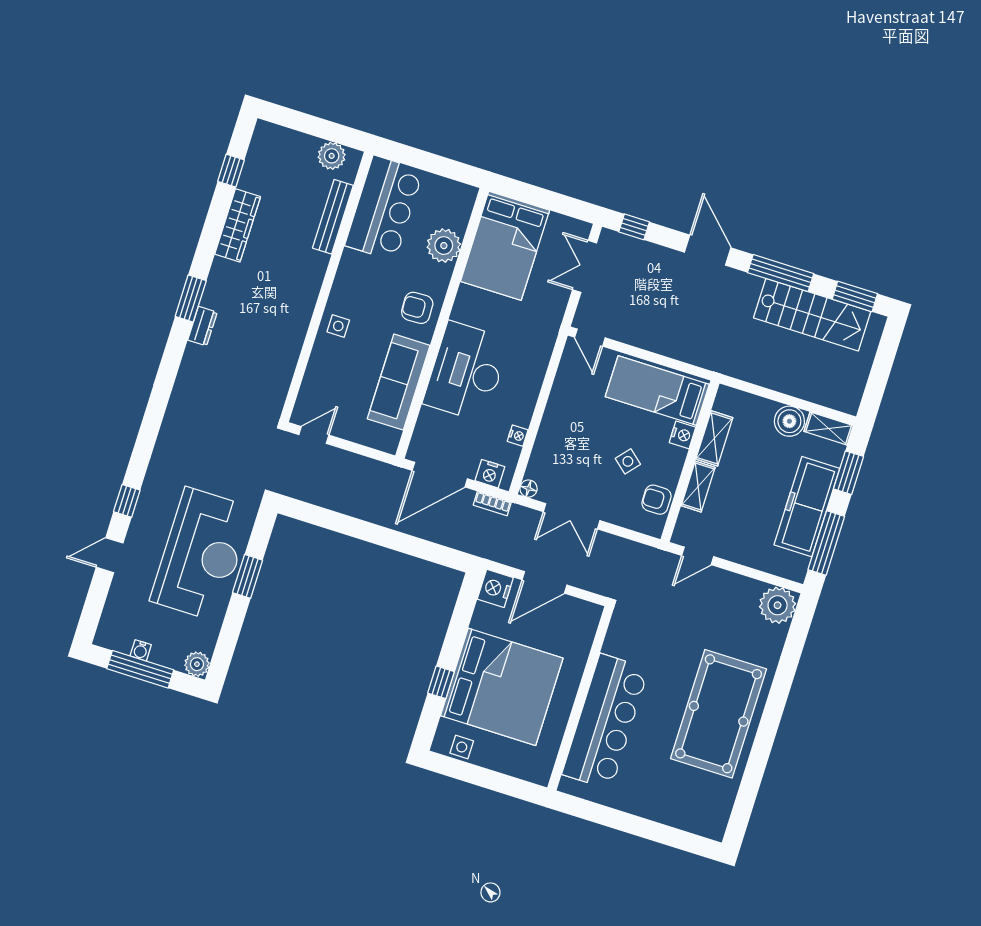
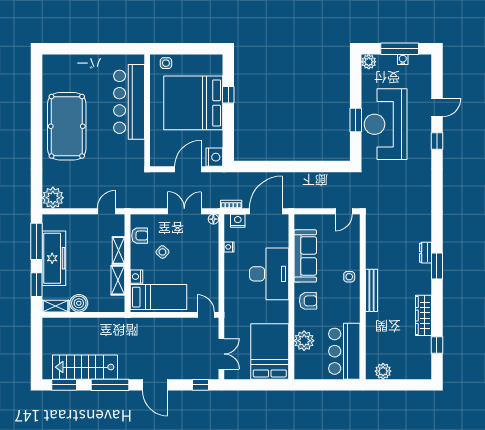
bench: (333, 217) -> (372, 290), moved
side table: (462, 747) -> (166, 63), moved

